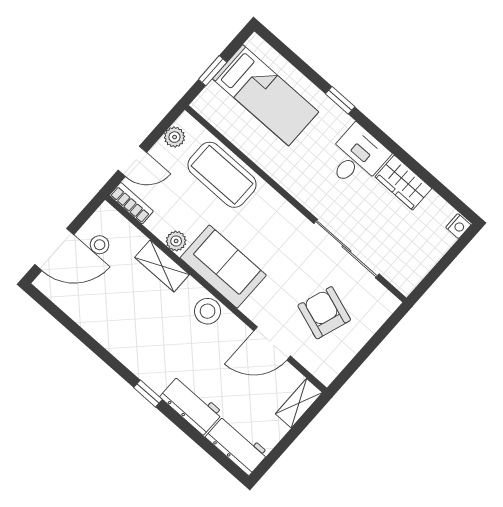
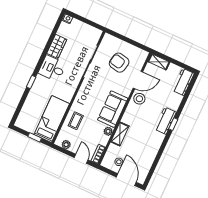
bed: (266, 95) -> (52, 119), moved
coffee table: (222, 175) -> (76, 121), width x0.54, depth x0.58
stool: (208, 311) -> (139, 99), moved
armchair: (324, 313) -> (119, 63), turned 83
door: (272, 343) -> (138, 80), hinge flipped
workbench: (191, 405) -> (165, 121), moved

